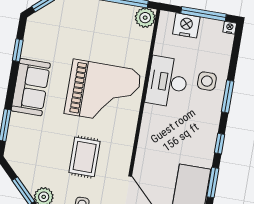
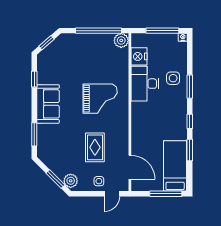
nightstand: (186, 25) -> (139, 56), moved, turned -90
grand piano: (103, 92) -> (100, 99), width x0.73, depth x0.68

